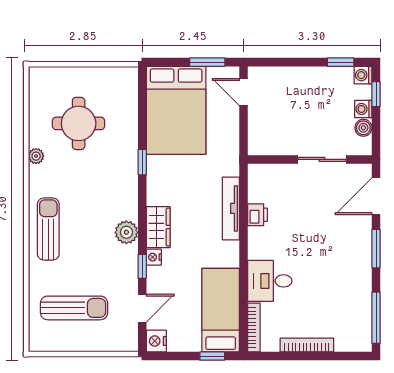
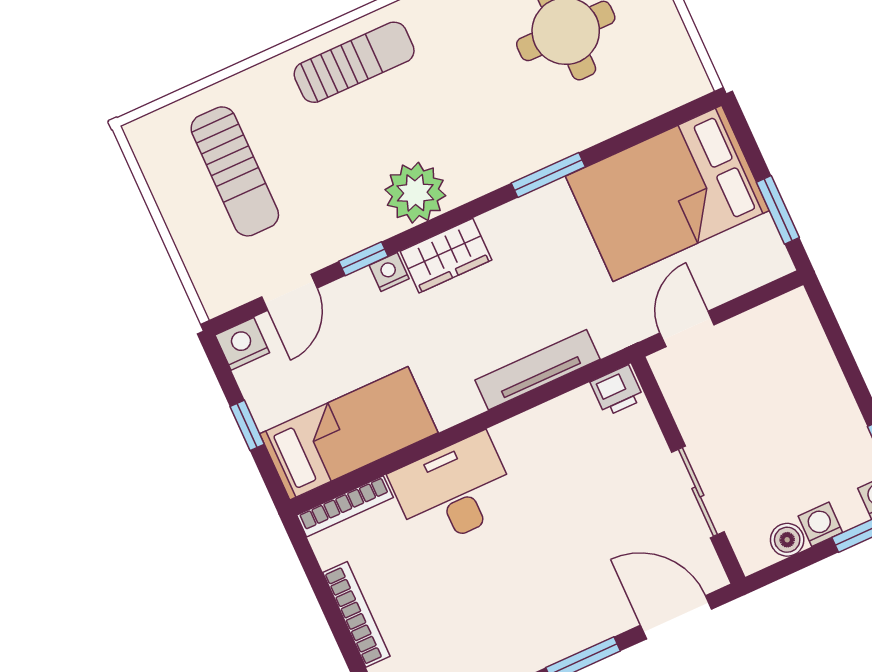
door: (244, 92) -> (687, 329), moved
window: (142, 162) -> (548, 175), width x1.50
printer: (258, 215) -> (617, 391), moved
plant: (126, 232) -> (415, 193), width x1.36, depth x1.36
desk: (270, 281) -> (454, 491), width x1.37
door: (142, 308) -> (289, 292), hinge flipped
window: (212, 356) -> (247, 425), moved

